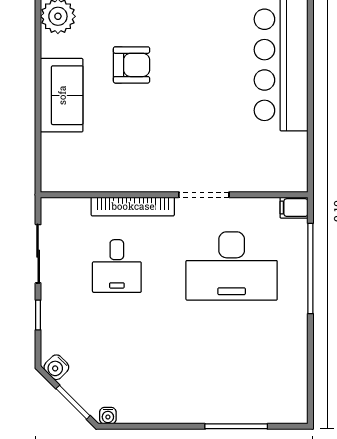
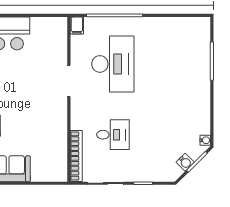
bookcase: (133, 206) -> (76, 156), moved
water cooler: (56, 367) -> (185, 162), moved

